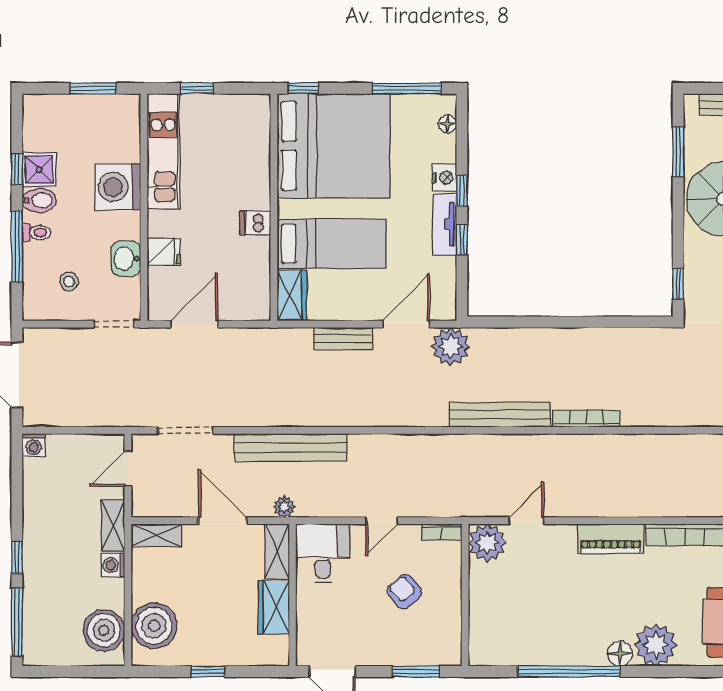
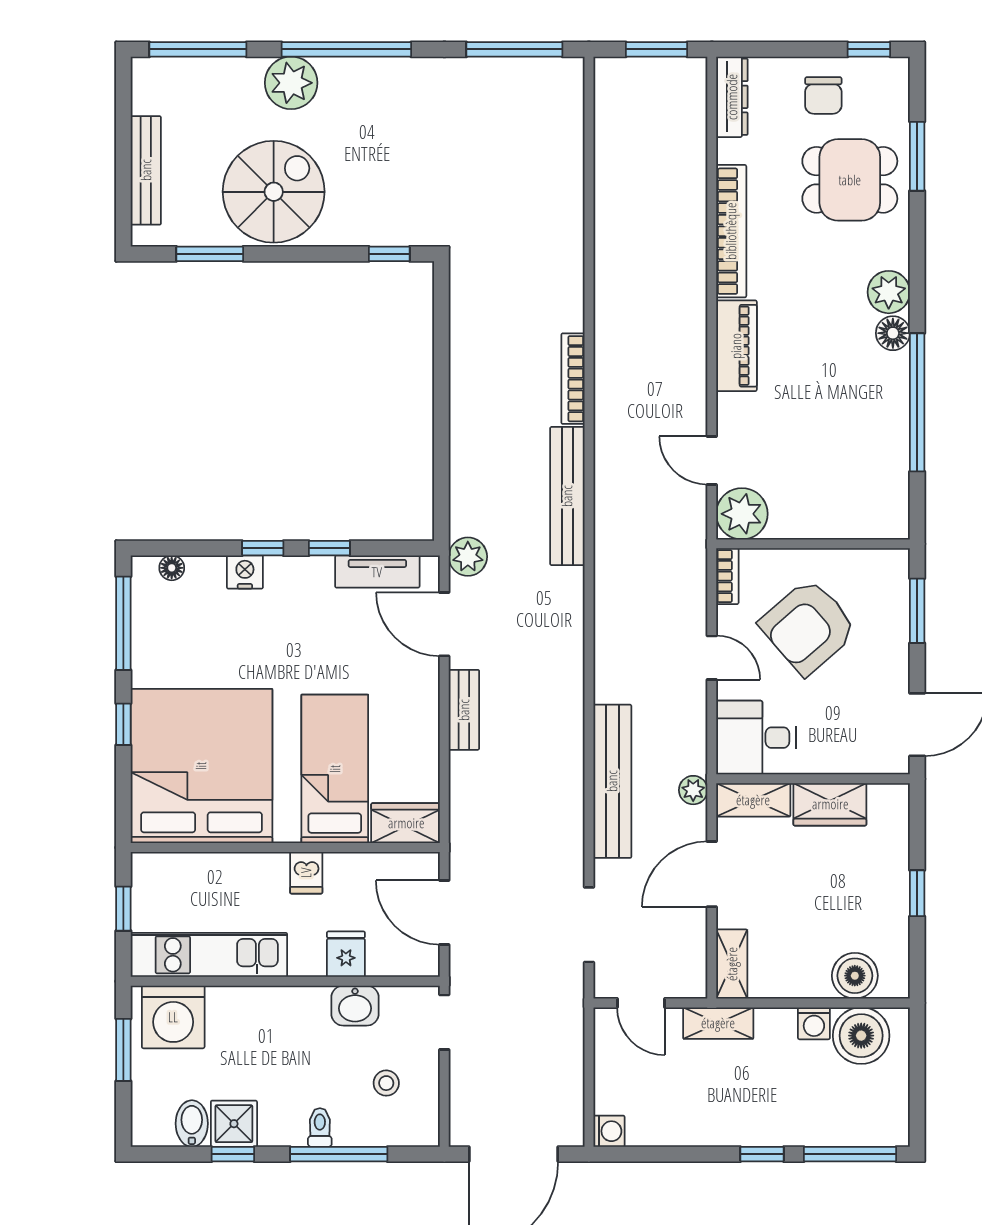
window: (303, 88) -> (123, 724), moved
bed: (334, 146) -> (201, 766), moved
washing machine: (118, 187) -> (173, 1017), moved
bidet: (39, 201) -> (192, 1124), moved
wall: (274, 207) -> (285, 847), moved
dishwasher: (255, 223) -> (306, 873), moved
tv unit: (445, 224) -> (377, 572), moved
bed: (332, 244) -> (335, 769), moved
wardrobe: (292, 296) -> (406, 823), moved
plant: (451, 347) -> (468, 557), width x0.73, depth x0.73
washing machine: (113, 565) -> (814, 1023), moved
armchair: (404, 591) -> (808, 627), width x1.88, depth x1.88
boiler: (154, 626) -> (855, 976), width x0.73, depth x0.73
plant: (656, 645) -> (889, 292), width x0.73, depth x0.73

